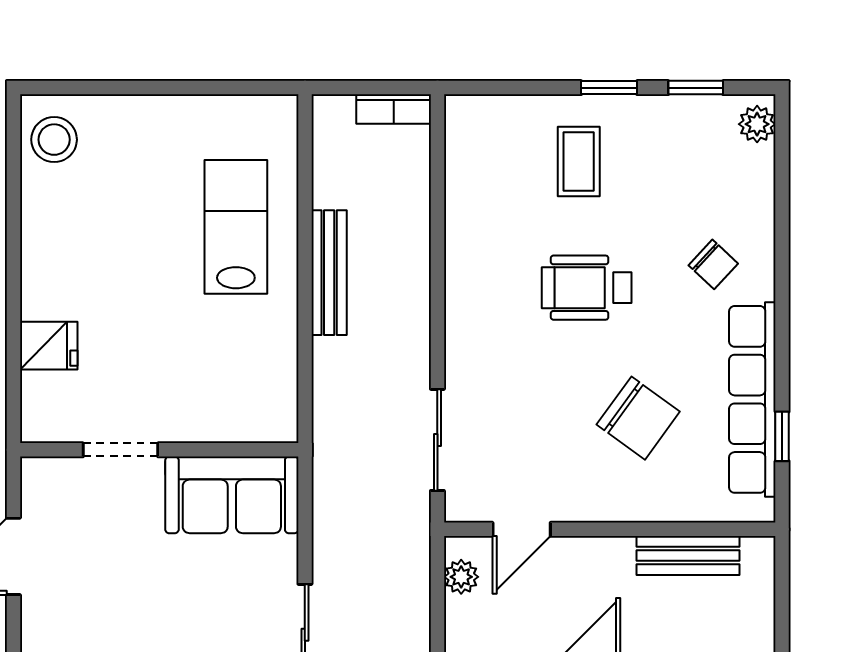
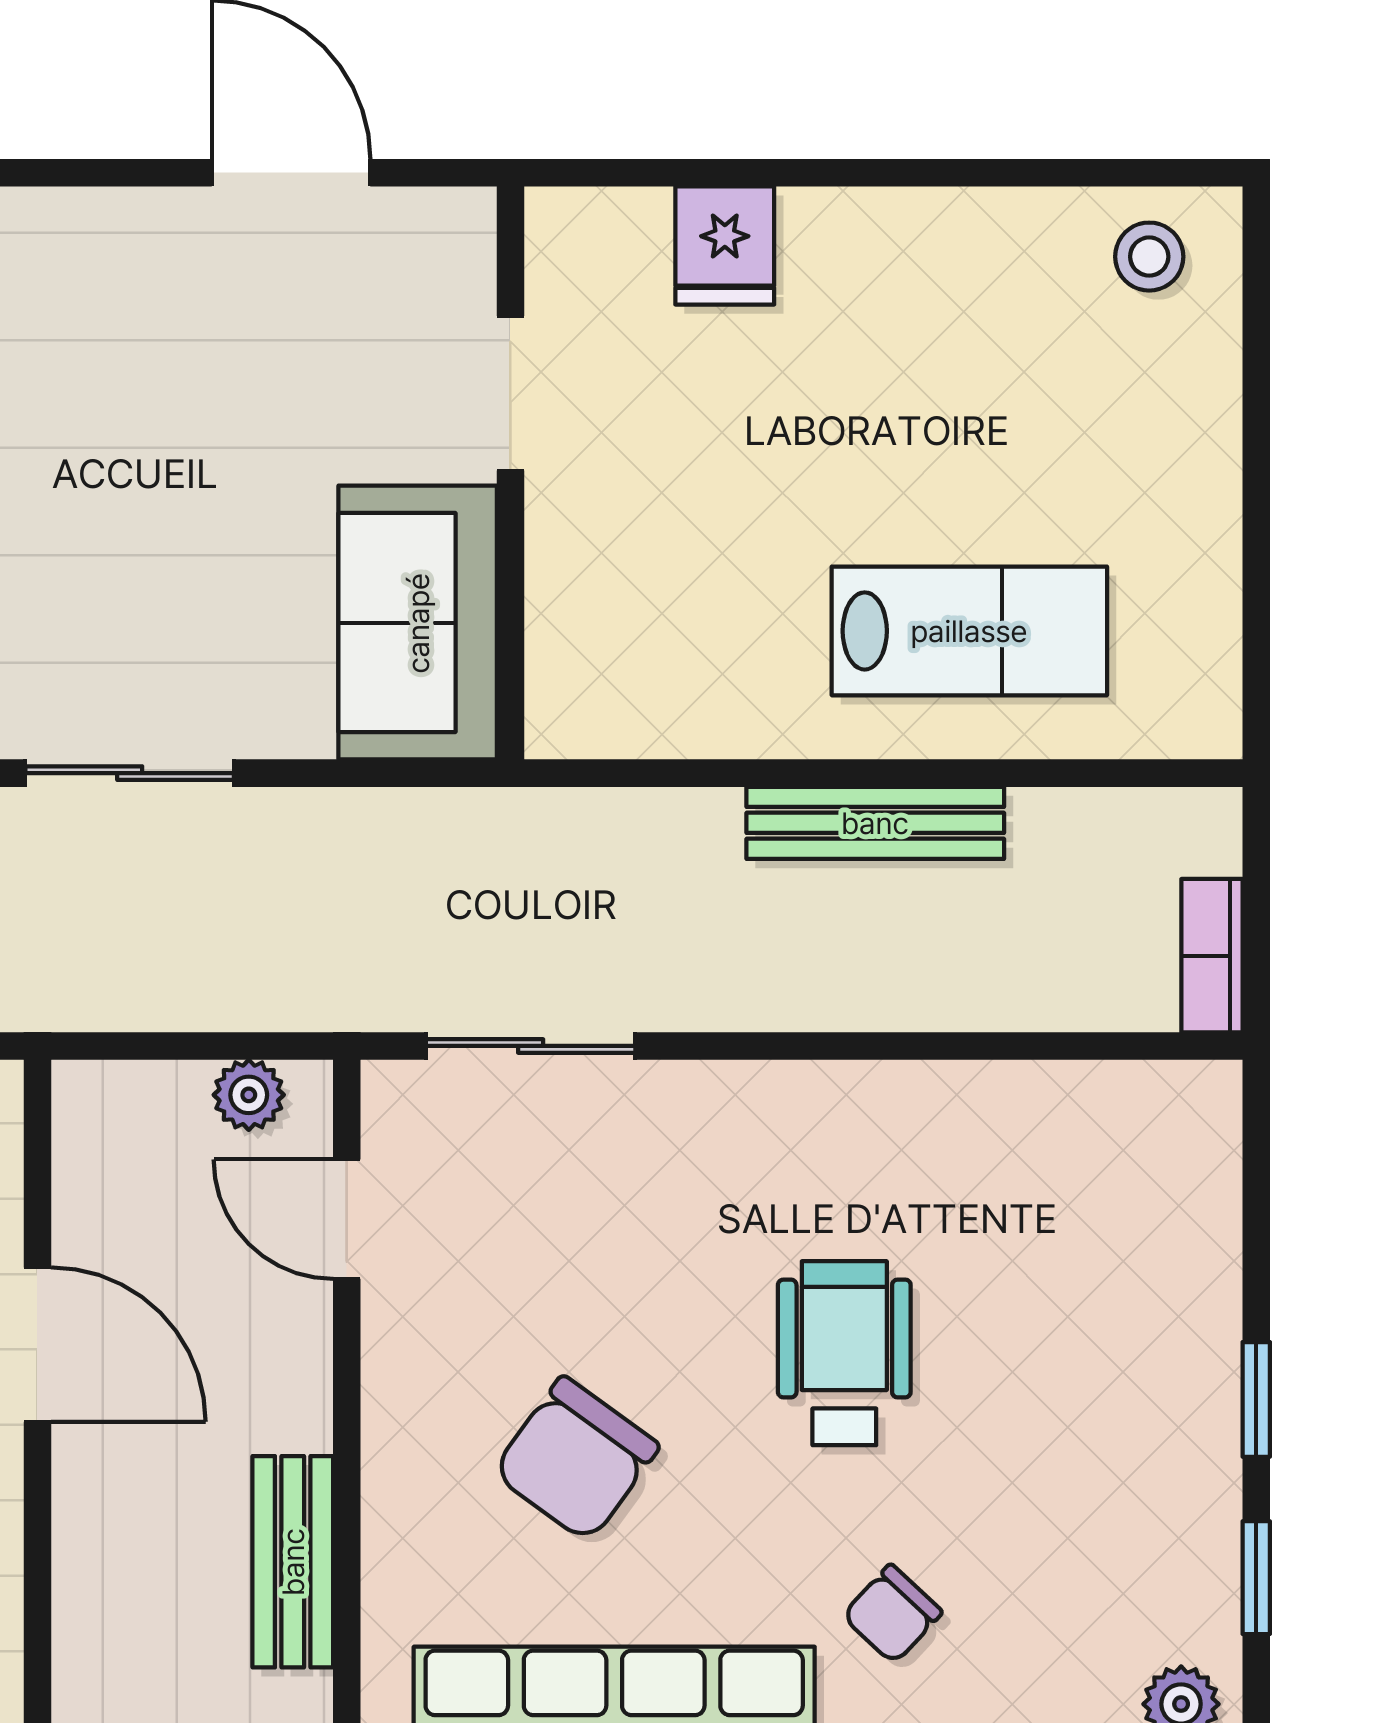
stool: (54, 140) -> (1149, 257), width x0.73, depth x0.73
coffee table: (579, 162) -> (1104, 1337), removed

